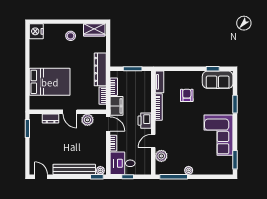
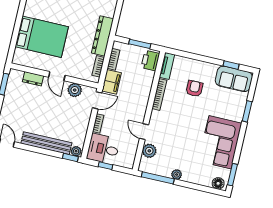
printer: (145, 121) -> (150, 61), moved
door: (108, 124) -> (97, 100), hinge flipped
door: (153, 141) -> (144, 132), hinge flipped
floor lamp: (225, 170) -> (218, 183), added

